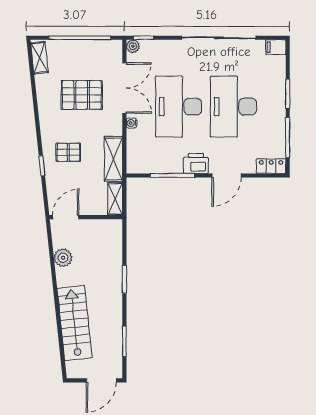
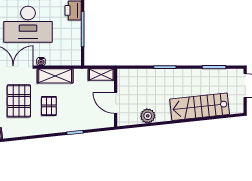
pallet: (68, 152) -> (49, 106), moved
shelving: (113, 159) -> (55, 76), moved
door: (66, 217) -> (116, 103), moved

